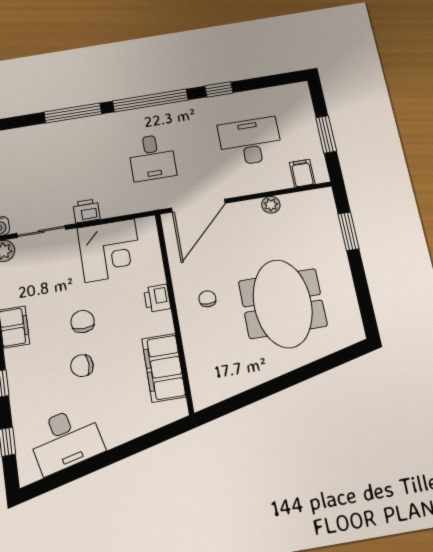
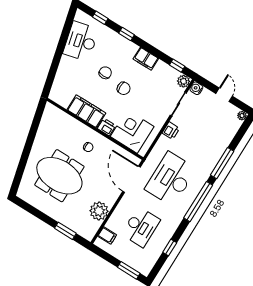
window: (219, 89) -> (170, 247), moved
window: (326, 134) -> (129, 270), moved
desk: (152, 158) -> (171, 179), width x1.87, depth x1.30
plant: (271, 205) -> (99, 211), width x1.88, depth x1.88
corner desk: (110, 250) -> (132, 132), moved, turned 90
filing cabinet: (164, 368) -> (86, 111), moved

